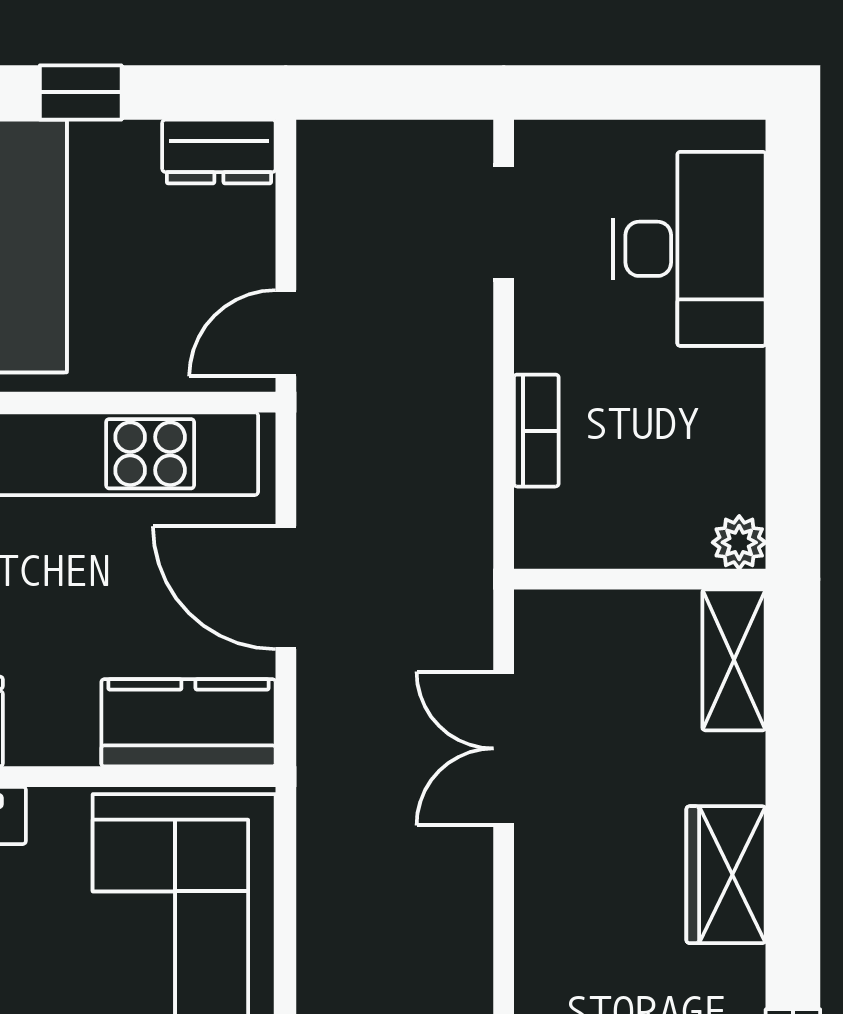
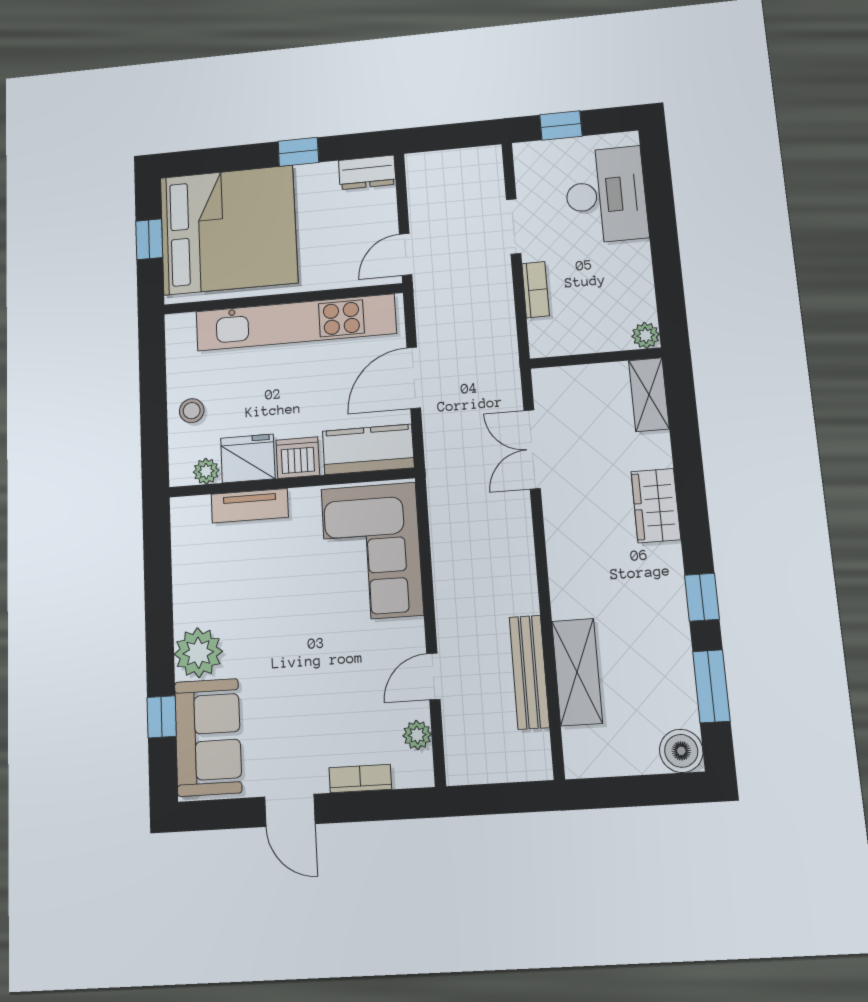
window: (614, 92) -> (561, 125), added
doorway: (504, 222) -> (514, 226), moved
door: (286, 588) -> (414, 378), hinge flipped
dishwasher: (49, 728) -> (298, 458), added

